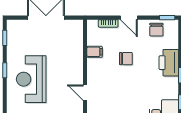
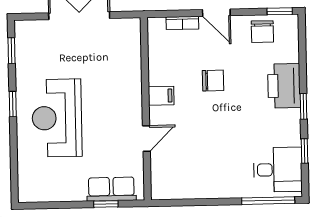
filing cabinet: (94, 52) -> (161, 96), moved
door: (85, 93) -> (146, 138), swing flipped

